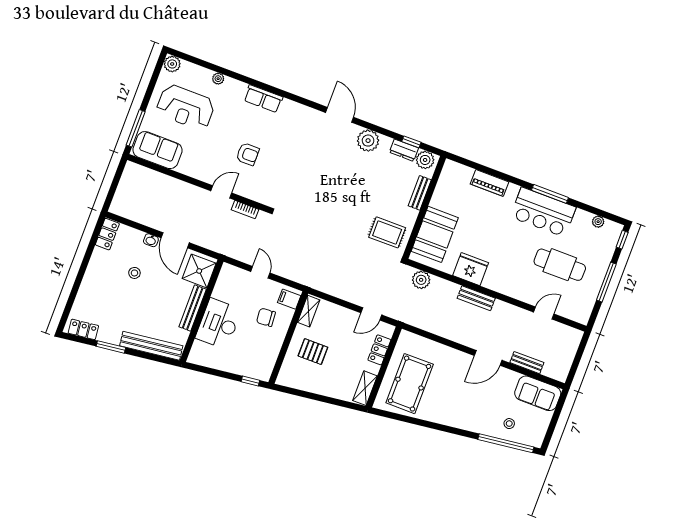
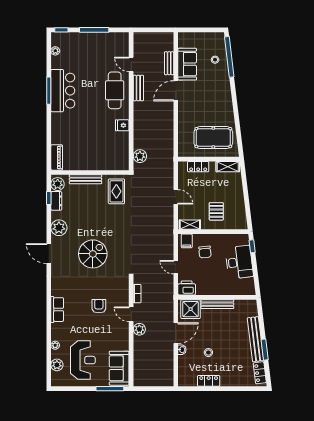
plant: (172, 64) -> (57, 365), moved
door: (340, 115) -> (49, 254), hinge flipped
spiral stairs: (318, 172) -> (93, 254), added
piano: (490, 183) -> (57, 157), moved
bench: (420, 193) -> (86, 179), width x1.36
plant: (198, 195) -> (139, 329), added
locker: (107, 234) -> (209, 381), moved
booth: (435, 234) -> (106, 159), removed
cafe table: (560, 265) -> (115, 90), moved
fridge: (471, 269) -> (122, 125), width x0.53, depth x0.75
door: (260, 272) -> (176, 267), hinge flipped
printer: (228, 276) -> (187, 288), added
bench: (476, 298) -> (138, 88), moved
door: (371, 314) -> (176, 197), moved
desk: (218, 324) -> (239, 262), moved, turned -97
bench: (151, 346) -> (256, 339), moved
door: (488, 358) -> (176, 91), swing flipped
sofa: (538, 393) -> (187, 64), moved

